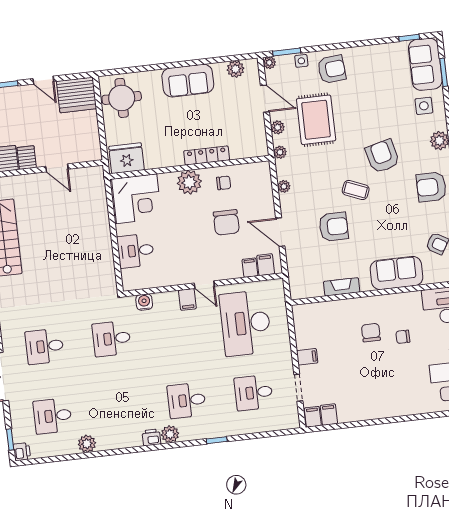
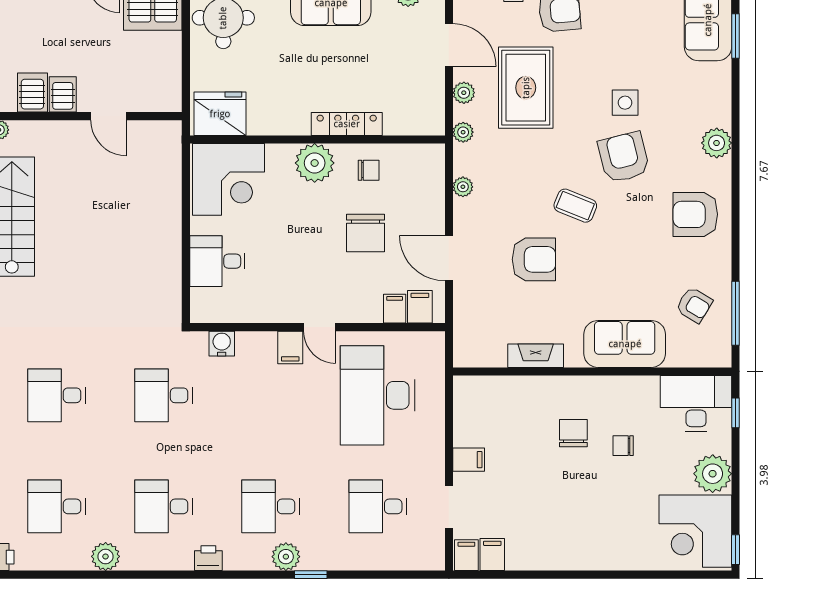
side table: (424, 106) -> (625, 103), moved
desk: (120, 408) -> (164, 506), added
plant: (170, 434) -> (286, 557), moved

